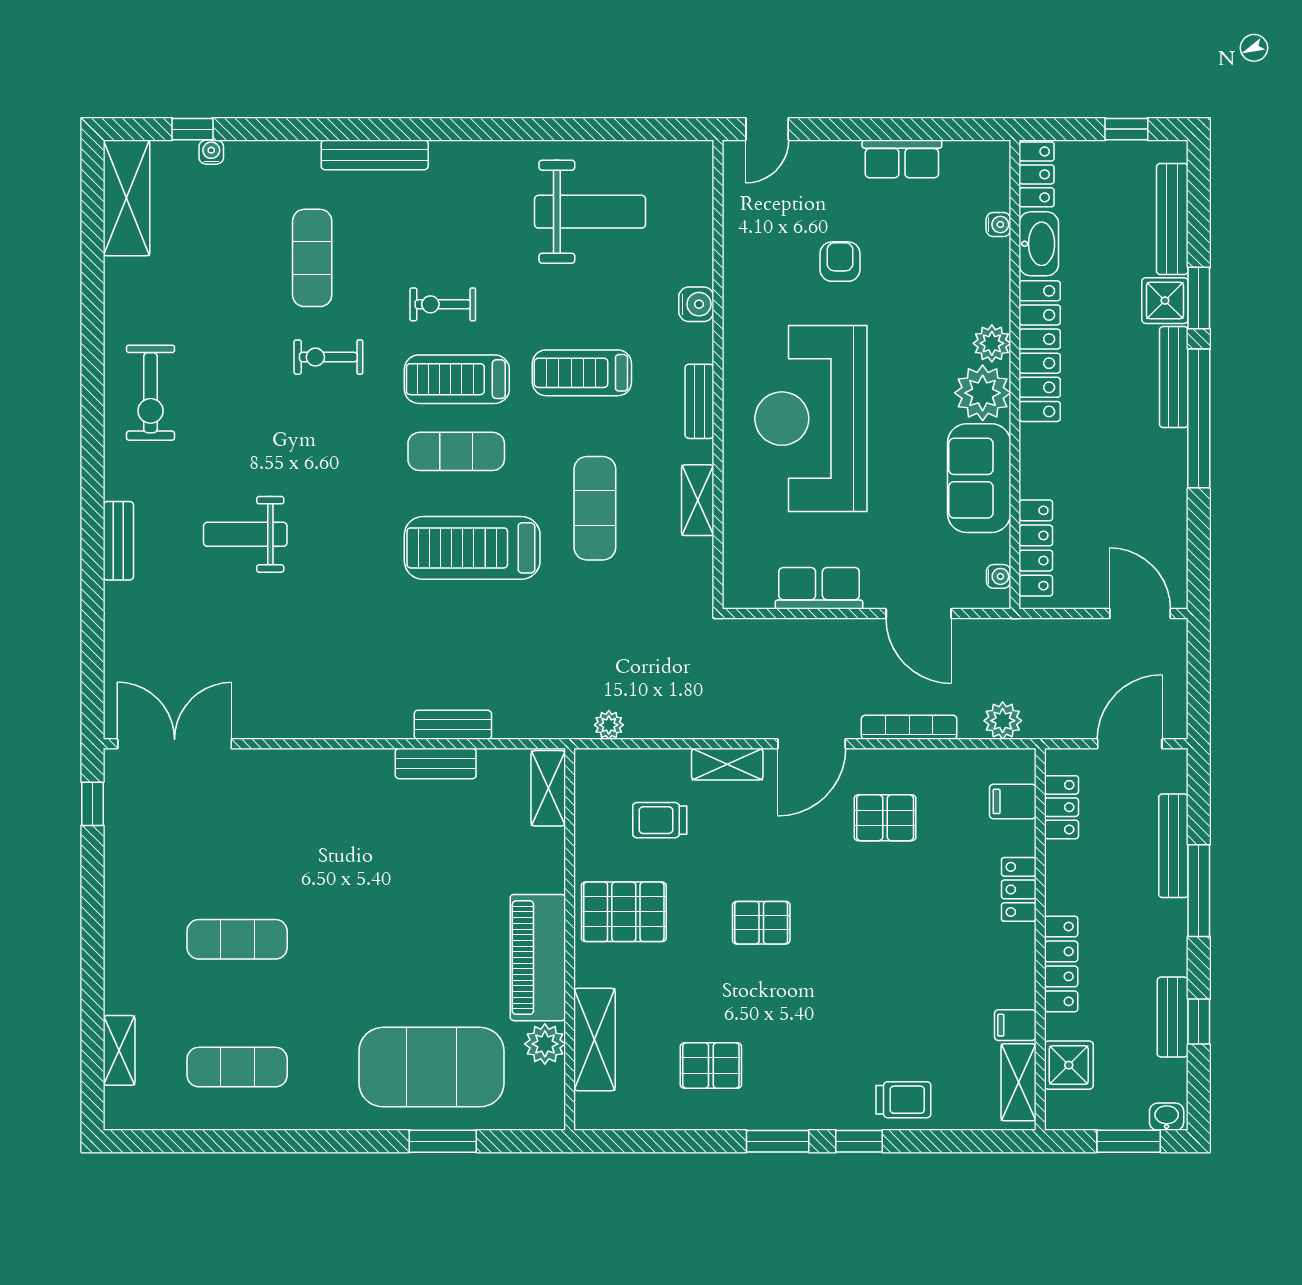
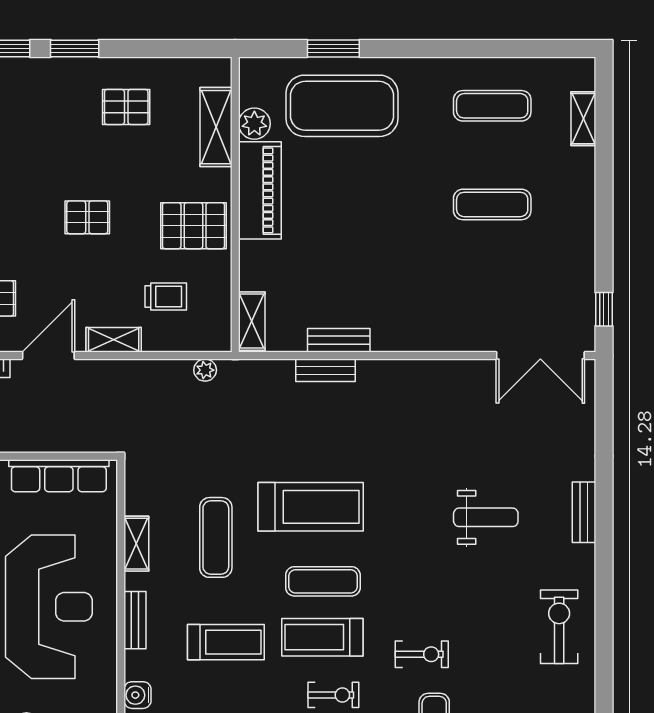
treadmill: (457, 379) -> (322, 637), turned 180
row of seats: (819, 588) -> (59, 476), width x1.48

